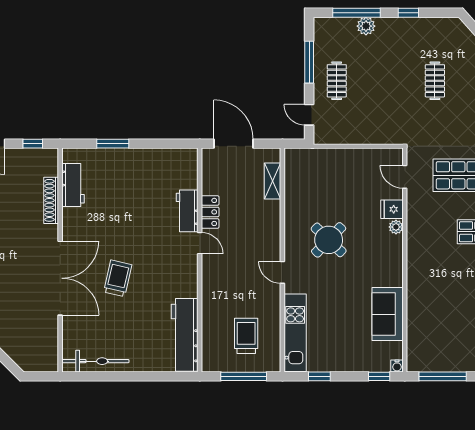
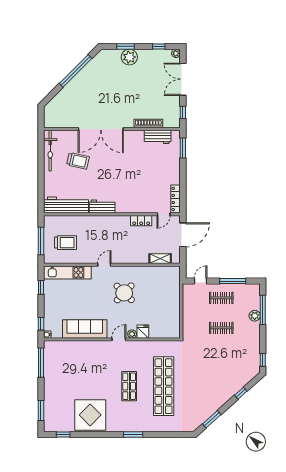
window: (408, 13) -> (263, 360), moved
clothes rail: (435, 81) -> (221, 328), moved
window: (113, 144) -> (183, 148), moved
locker: (175, 156) -> (176, 199), added
door: (405, 177) -> (119, 339), moved
workbench: (187, 211) -> (102, 207), moved
door: (200, 243) -> (164, 214), moved
trolley: (118, 278) -> (78, 161), moved
sofa: (388, 314) -> (85, 329), width x1.36

